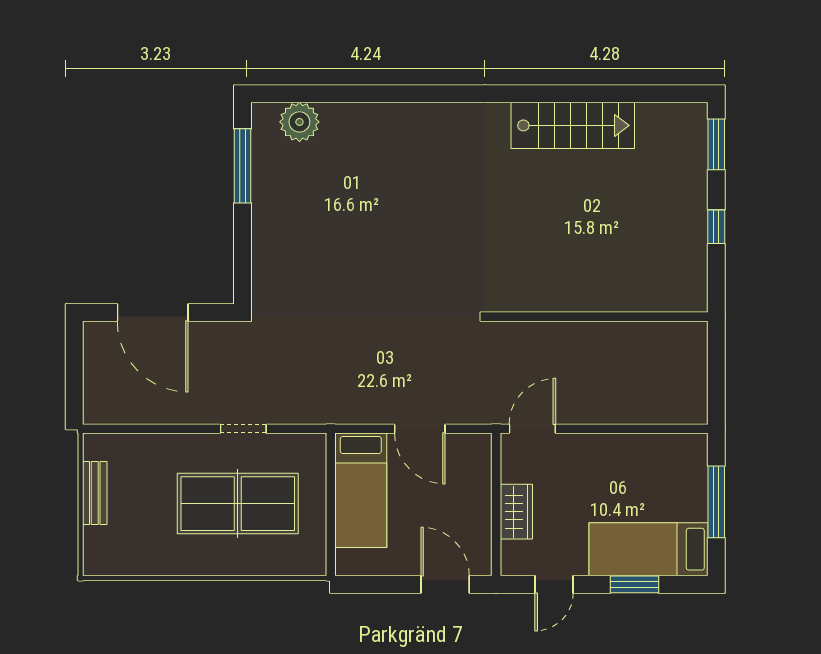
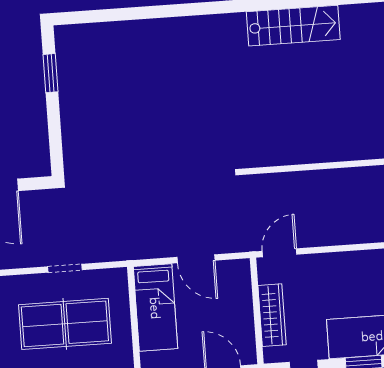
plant: (299, 122) -> (90, 38), removed
window: (242, 166) -> (50, 73), width x0.69
wardrobe: (516, 512) -> (272, 315), width x1.50

